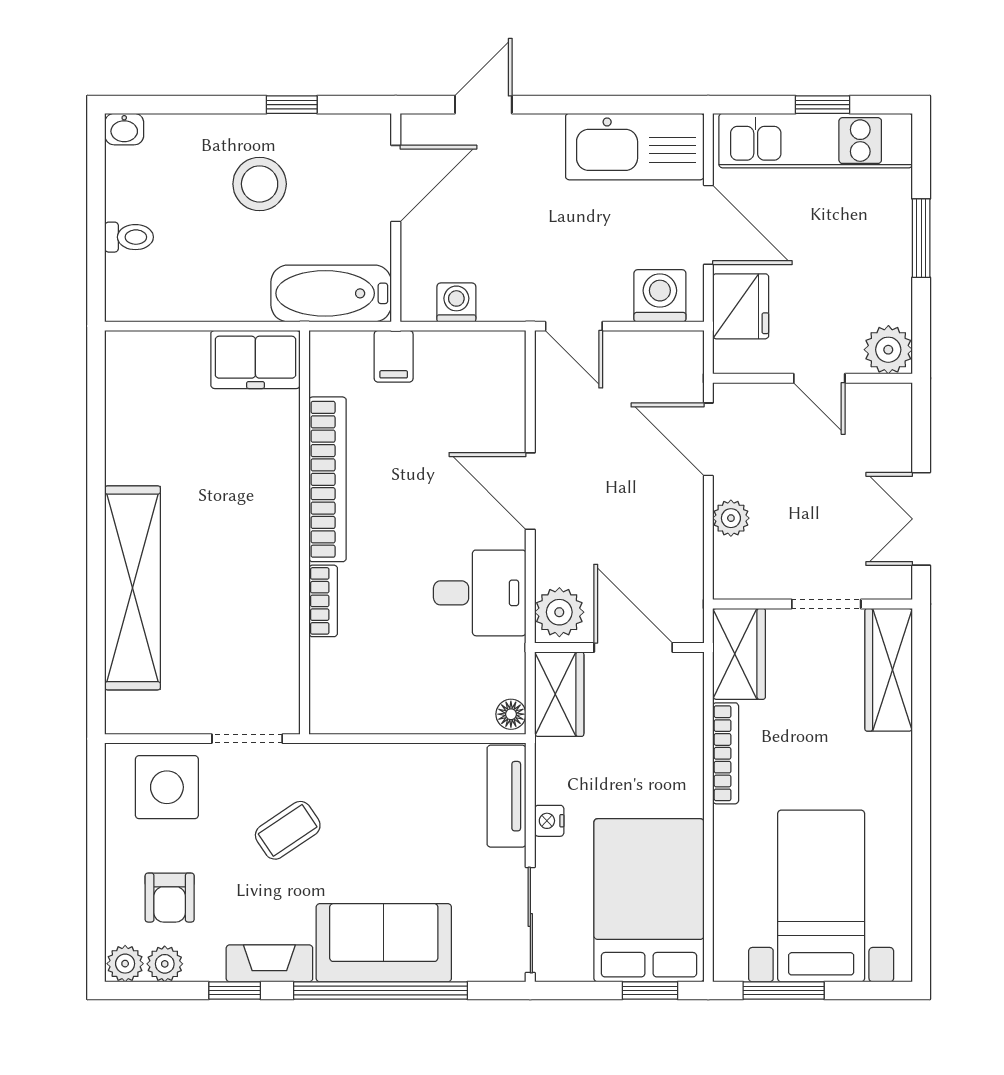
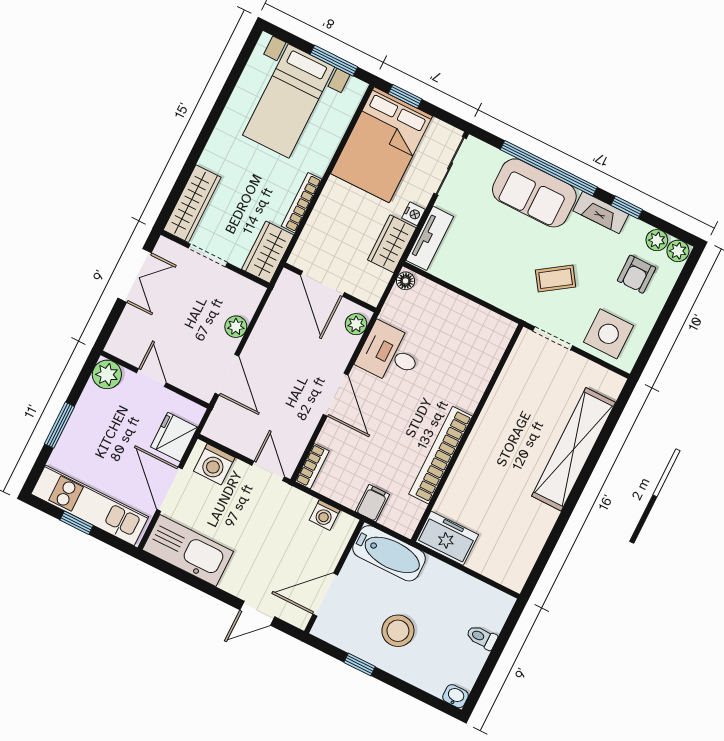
bookcase: (323, 601) -> (312, 466), moved, turned 180
plant: (559, 612) -> (356, 324), width x0.73, depth x0.73
wardrobe: (559, 694) -> (392, 244), moved
armchair: (170, 898) -> (637, 274), turned 180

